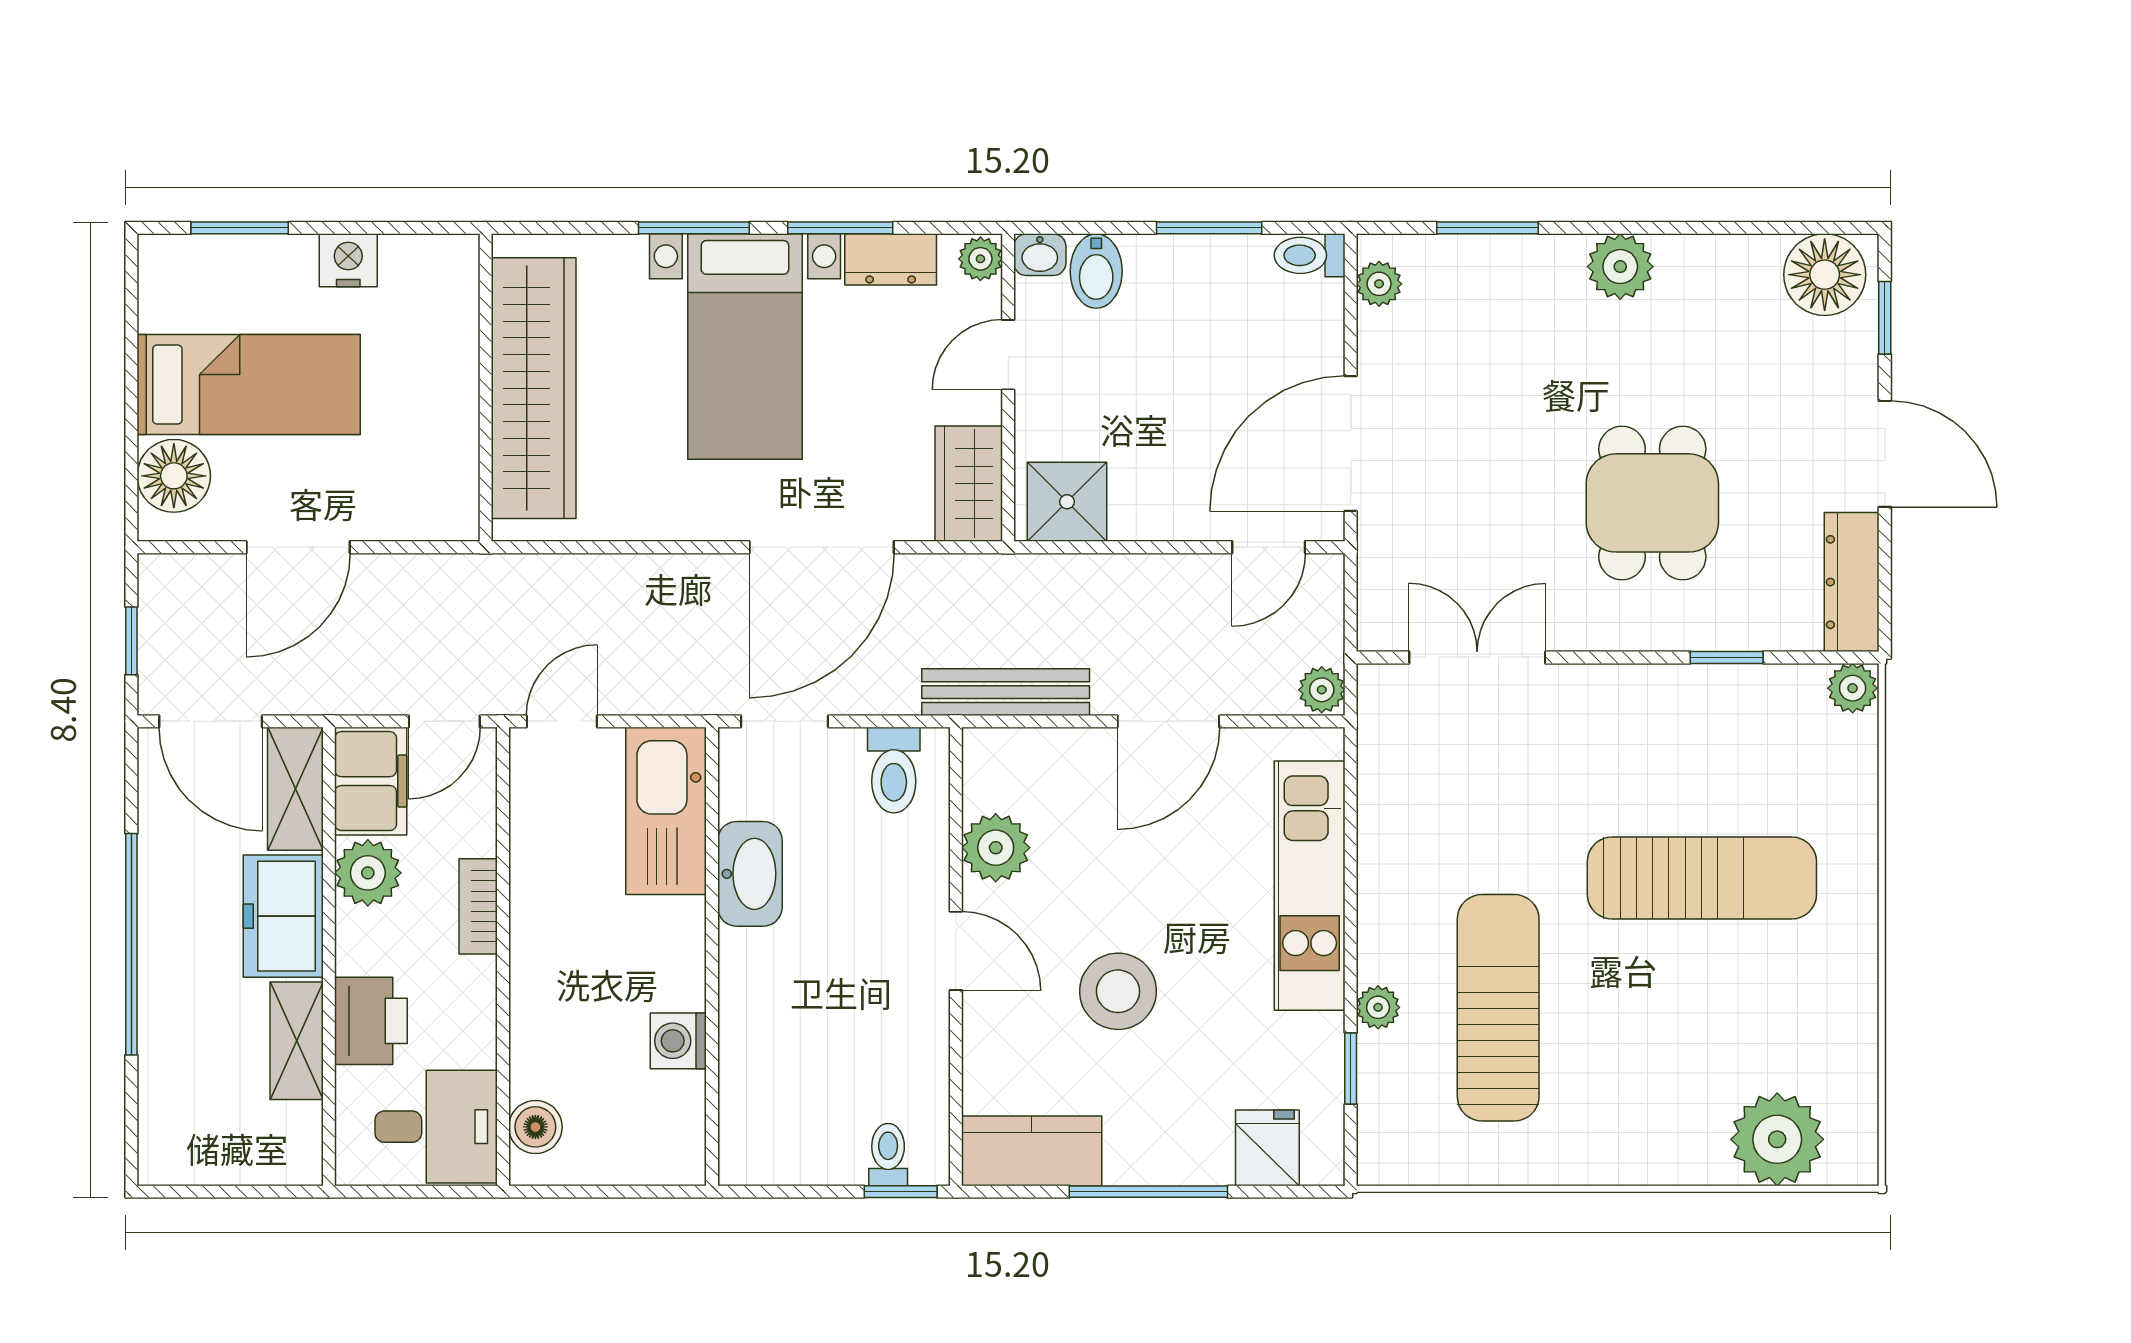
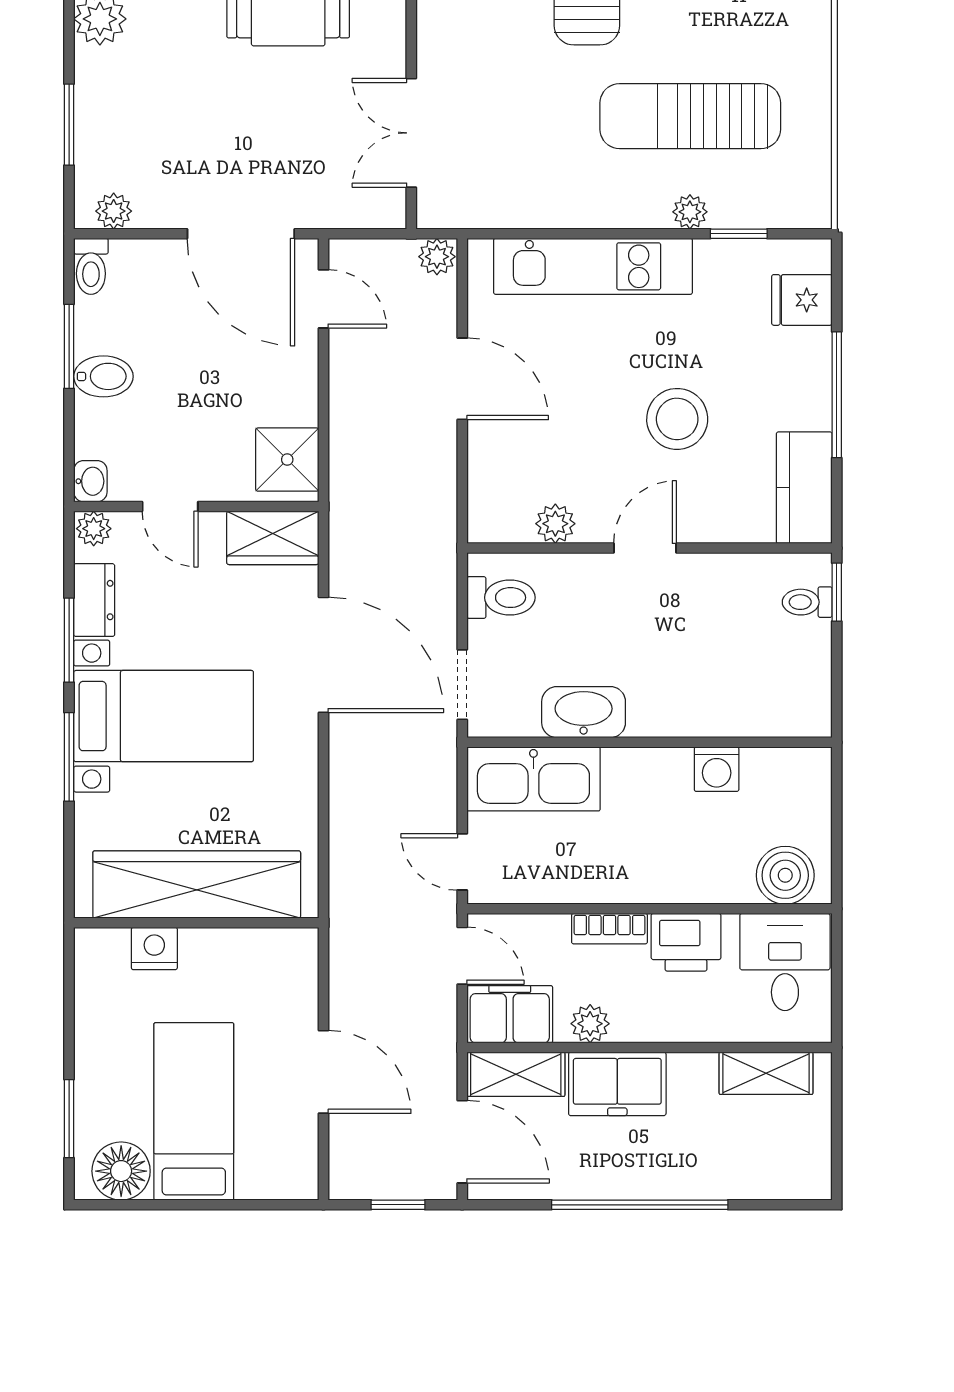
nightstand: (348, 260) -> (154, 948), moved, turned 90
bidet: (1096, 271) -> (103, 376), moved
floor lamp: (174, 476) -> (121, 1171), moved
bench: (1006, 692) -> (439, 508), removed
door: (211, 721) -> (462, 1142), hinge flipped
plant: (996, 848) -> (555, 524), width x0.73, depth x0.73
plant: (368, 873) -> (590, 1024), width x0.73, depth x0.73
printer: (371, 1021) -> (686, 942), moved, turned 180
shelving: (297, 1041) -> (766, 1073), moved
boiler: (535, 1127) -> (785, 875), width x1.36, depth x1.36

